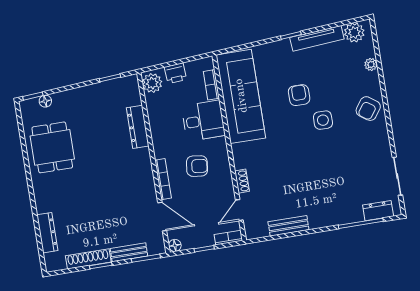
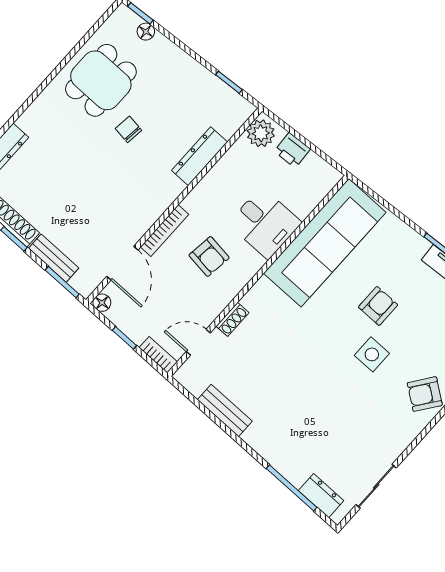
bookcase: (211, 85) -> (311, 200), removed
chair: (91, 154) -> (128, 129), added

